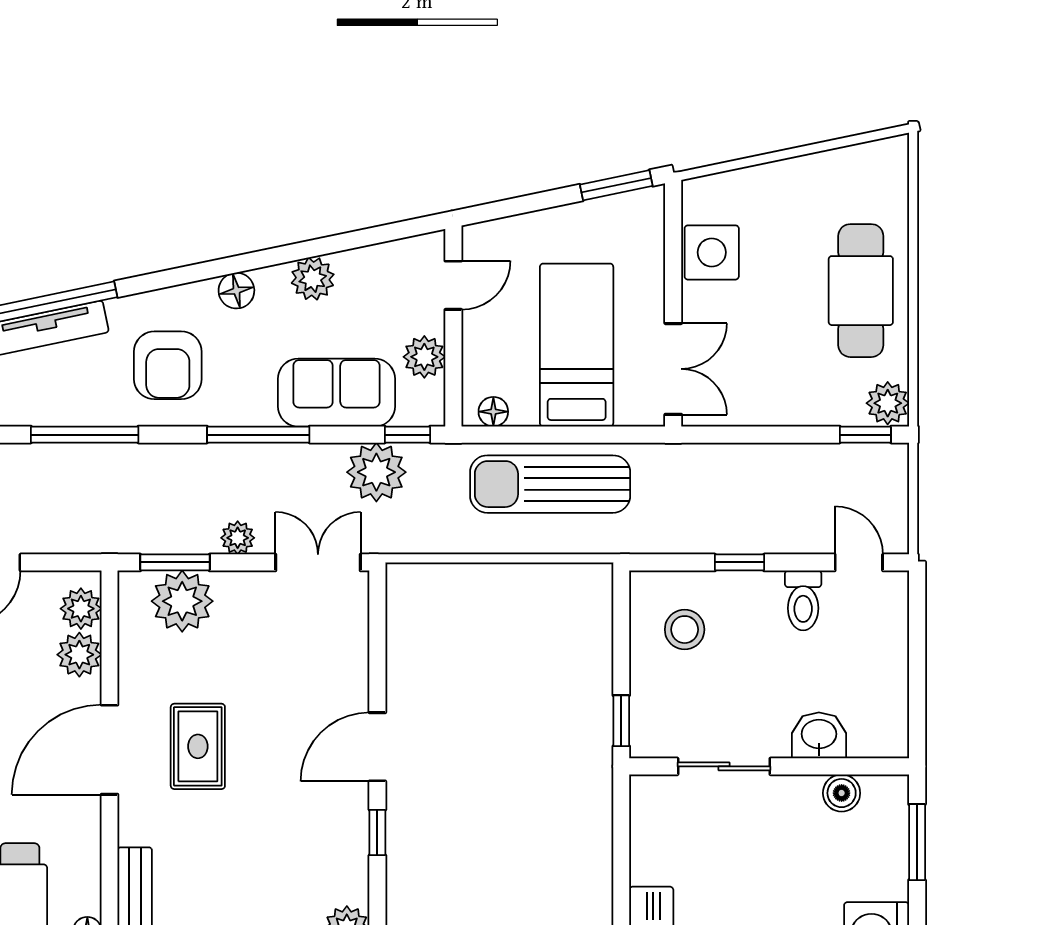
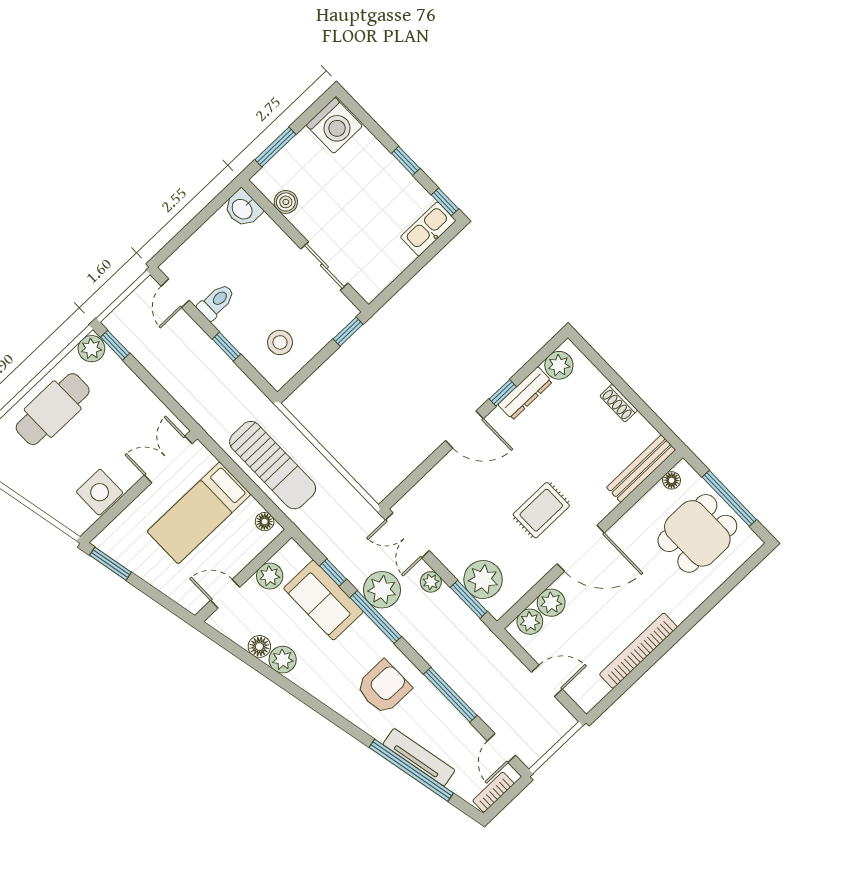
floor lamp: (236, 291) -> (259, 646), moved
window: (407, 435) -> (333, 572), moved
plant: (376, 472) -> (382, 590), moved
washbasin: (819, 735) -> (243, 209), moved
dresser: (352, 858) -> (525, 393), added

